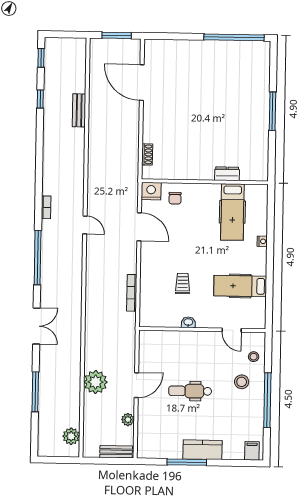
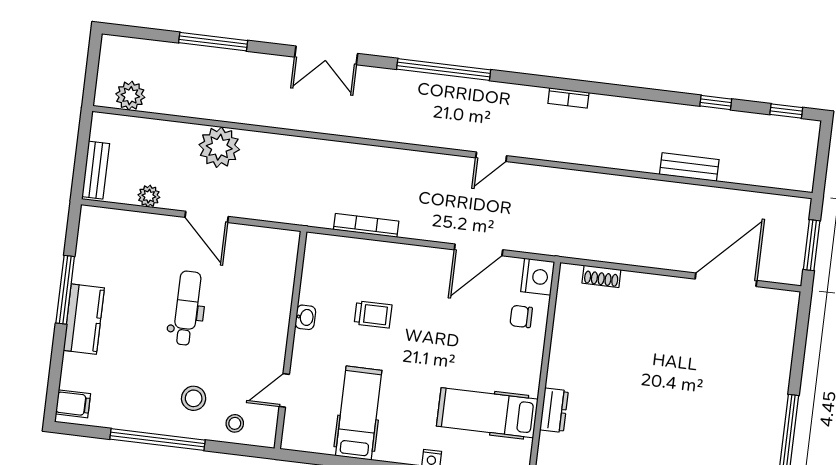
bookcase: (46, 207) -> (568, 98), moved

